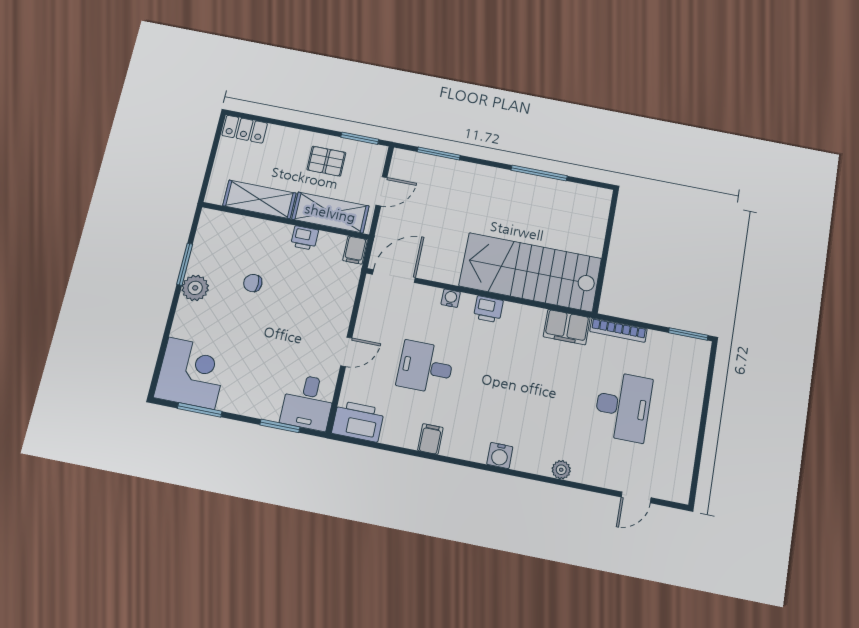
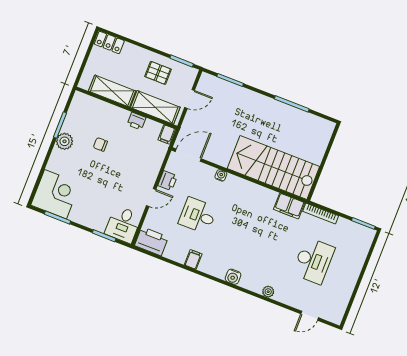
printer: (488, 309) -> (168, 181), moved, turned -90

